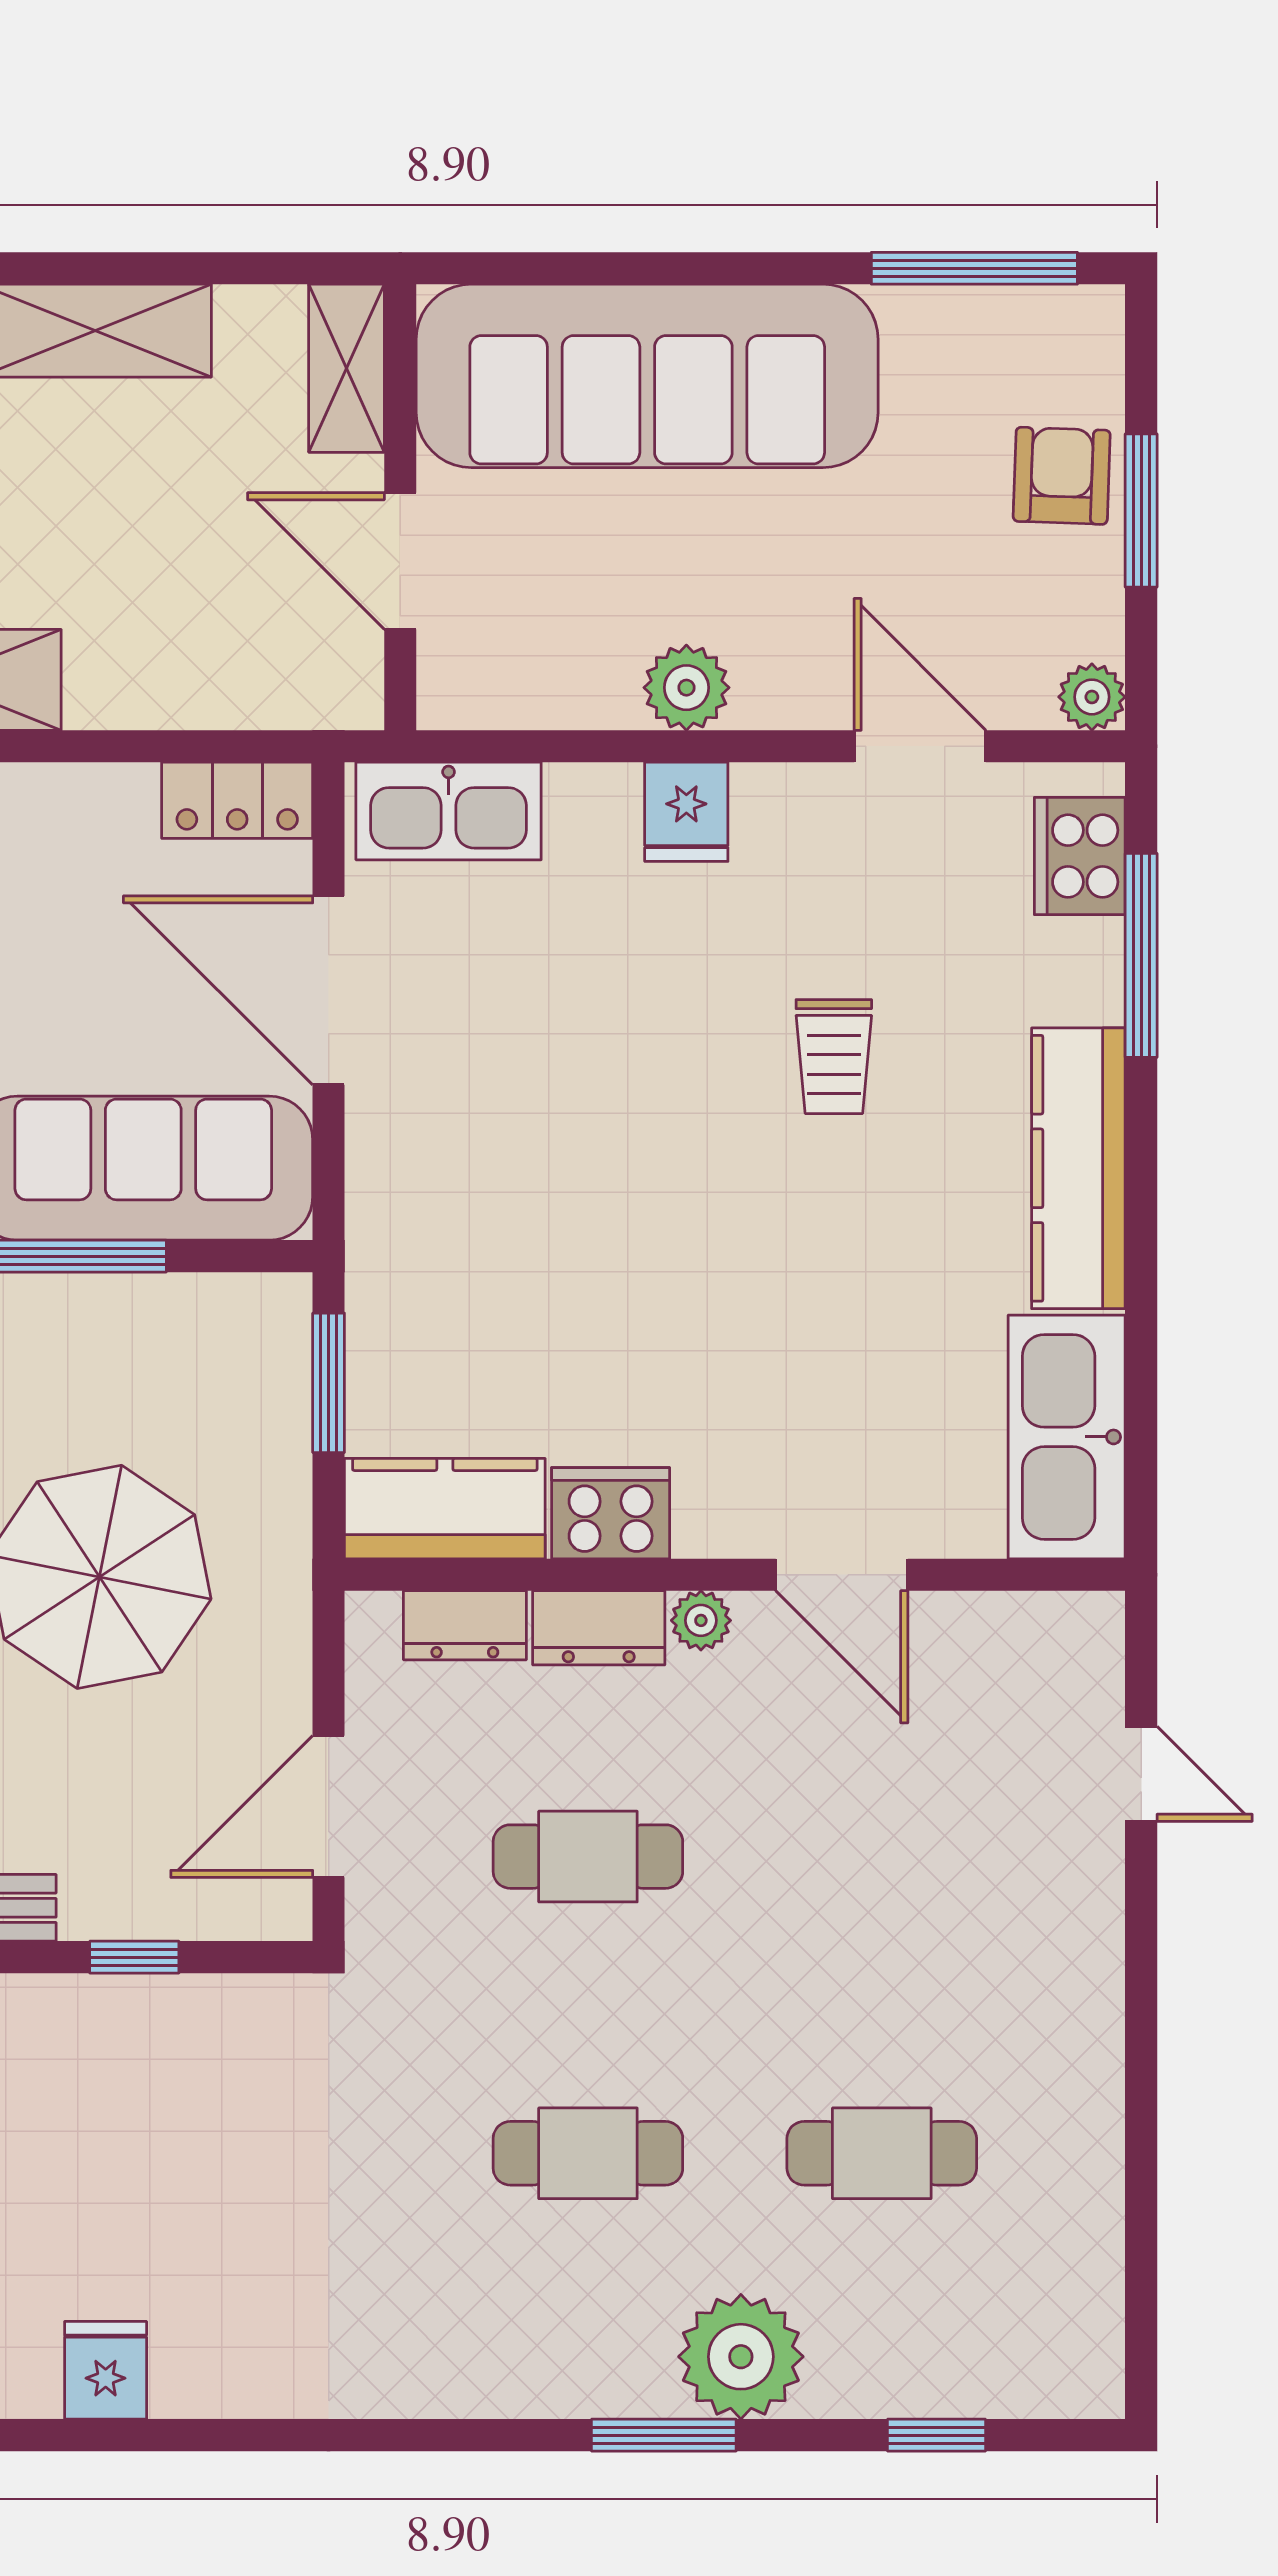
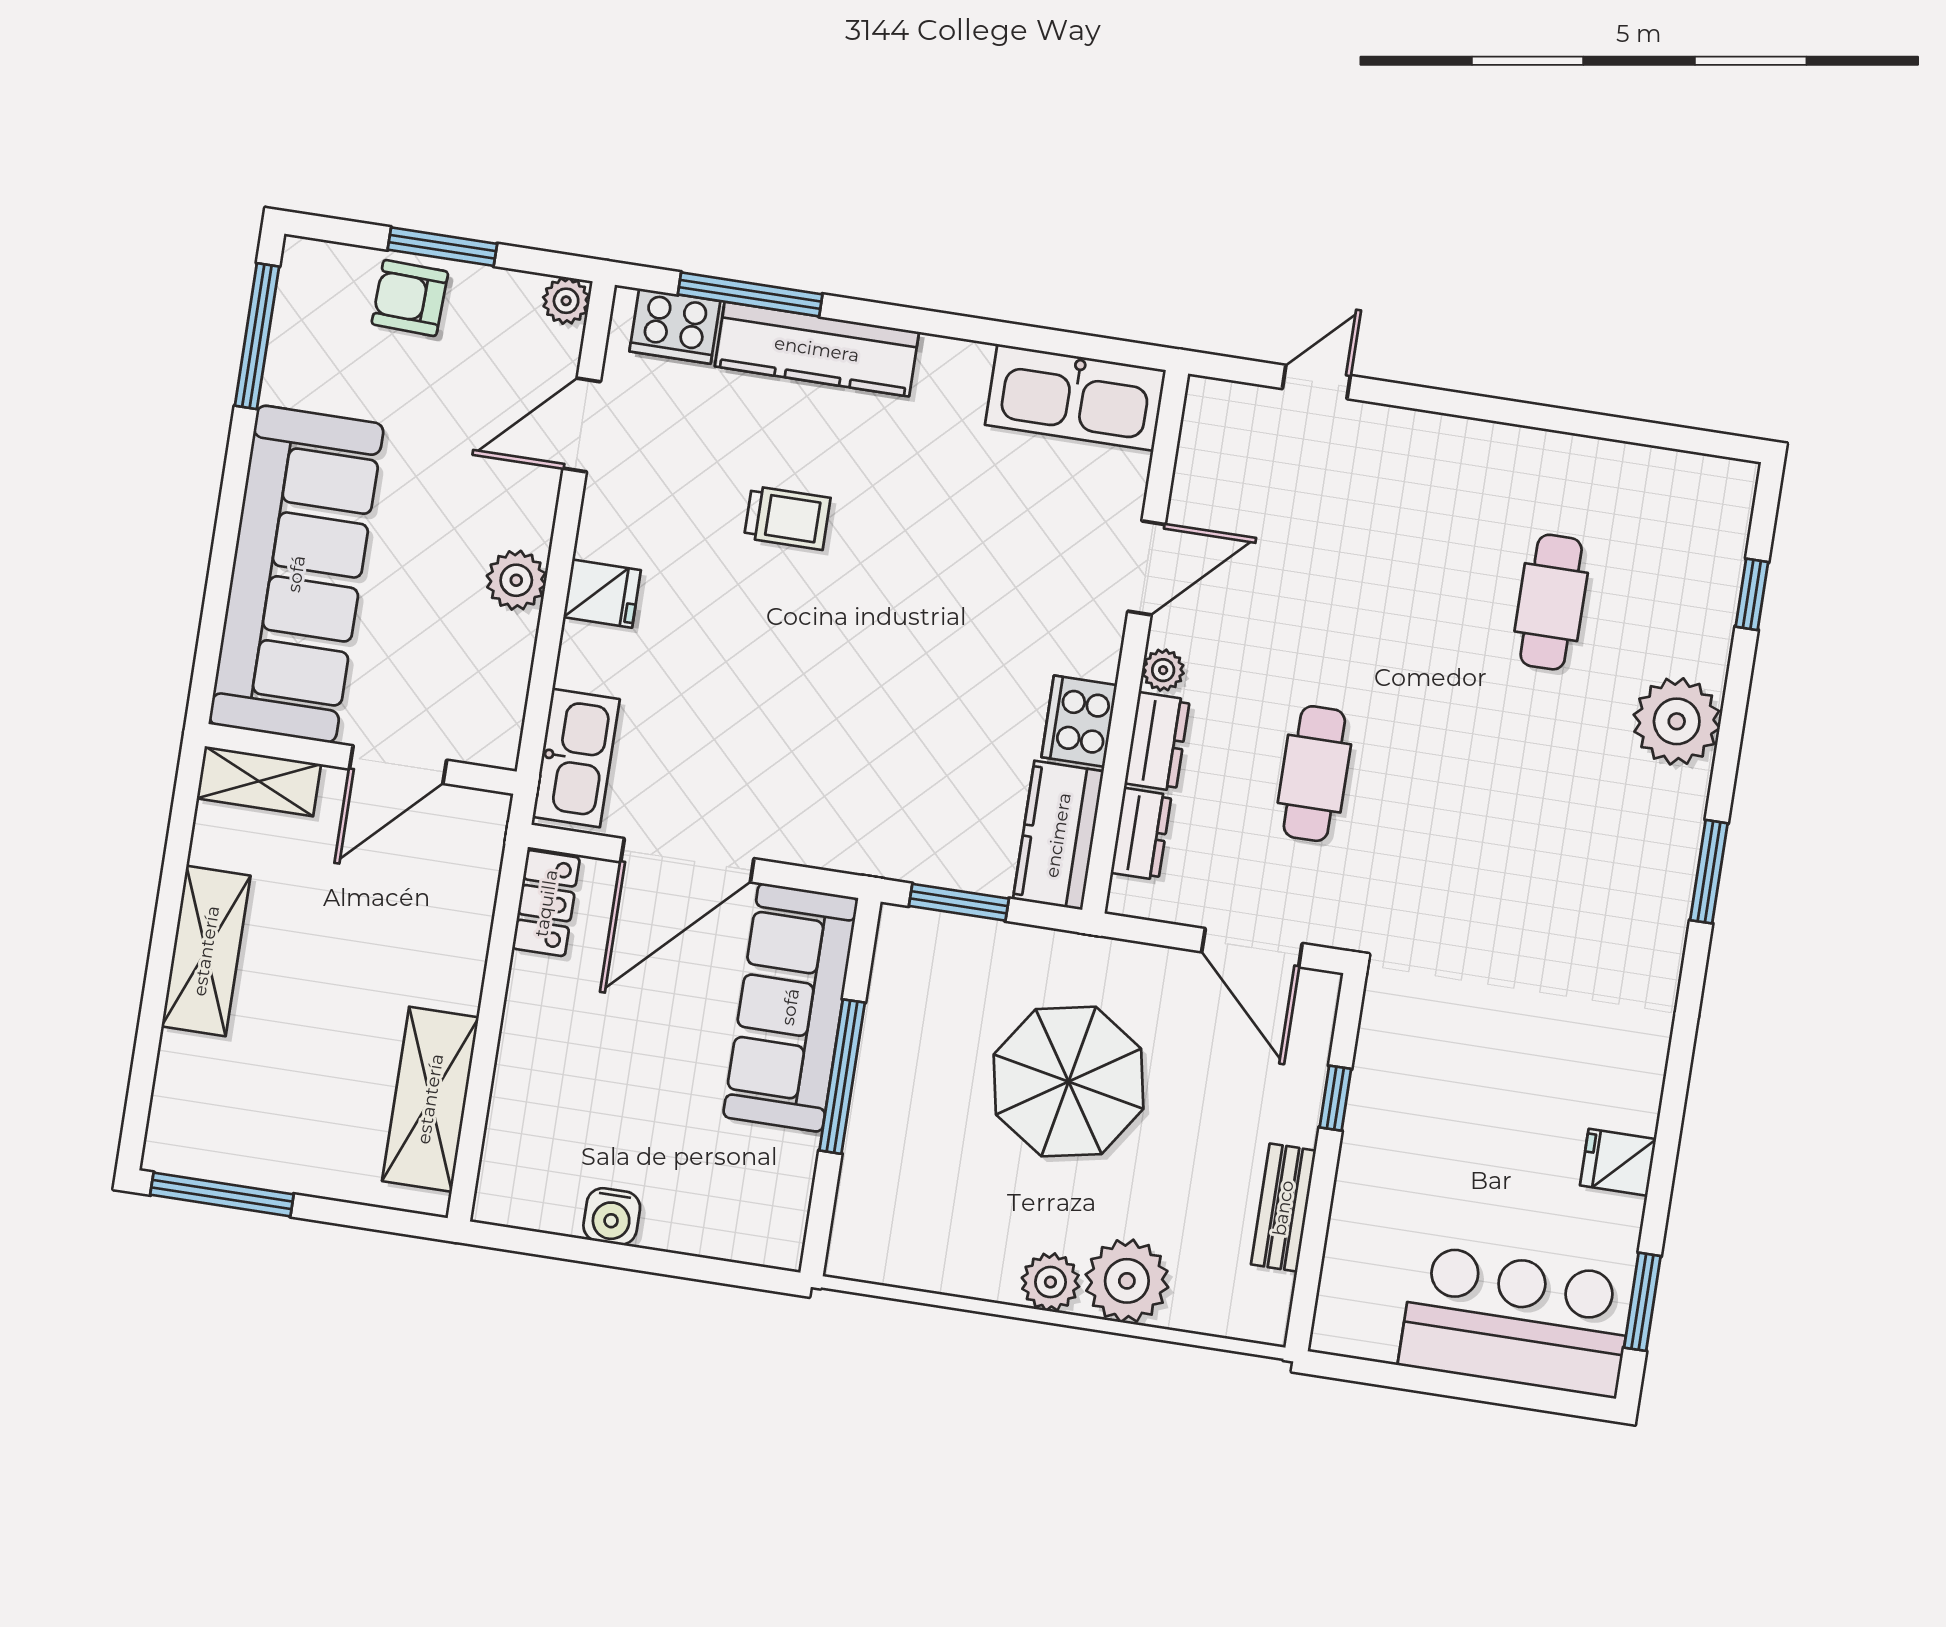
kitchen counter: (1078, 1168) -> (817, 349), moved
cafe table: (588, 2153) -> (1520, 805), removed
window: (664, 2435) -> (1709, 872), moved

